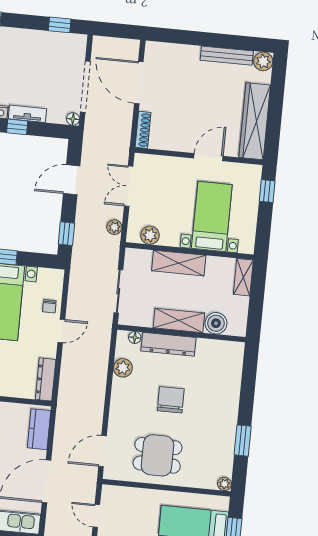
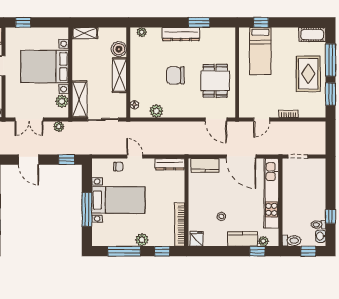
bed with nightstands: (212, 217) -> (45, 66), width x1.36
shelving: (179, 263) -> (79, 99), moved
dresser: (168, 344) -> (181, 34), moved, turned 90
plant: (224, 484) -> (142, 32), moved

